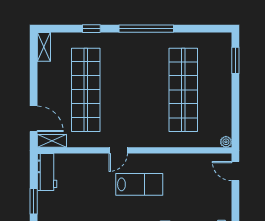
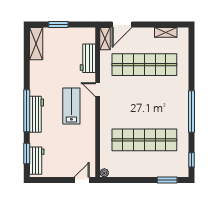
window: (91, 29) -> (192, 160), moved
shelving: (44, 47) -> (166, 32), moved
workbench: (47, 172) -> (88, 58), moved, turned 90
lab bench: (139, 184) -> (71, 106), turned 180

